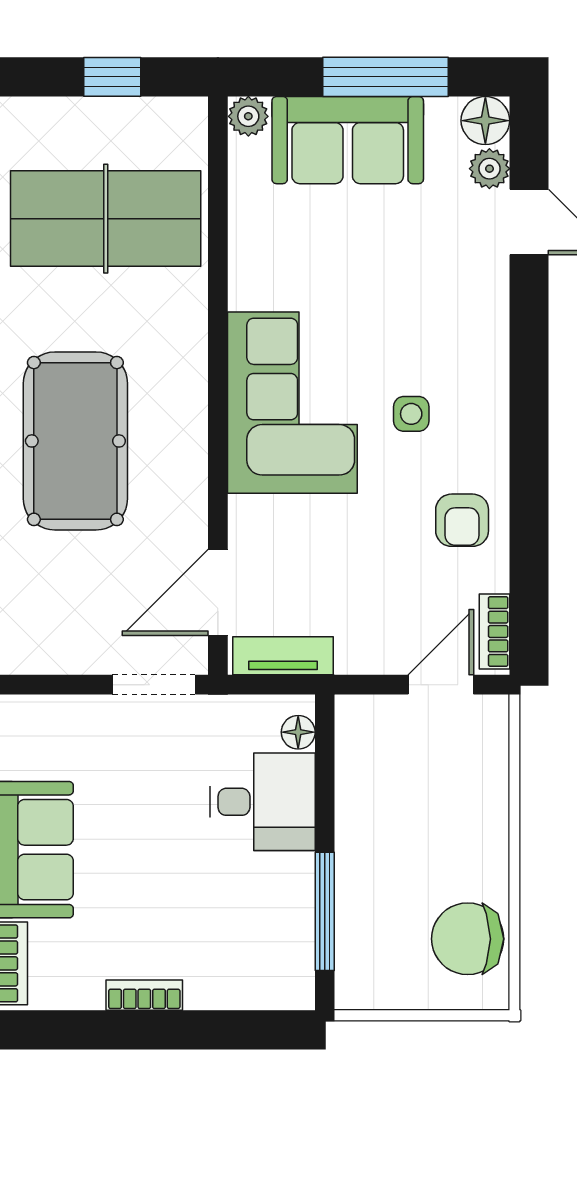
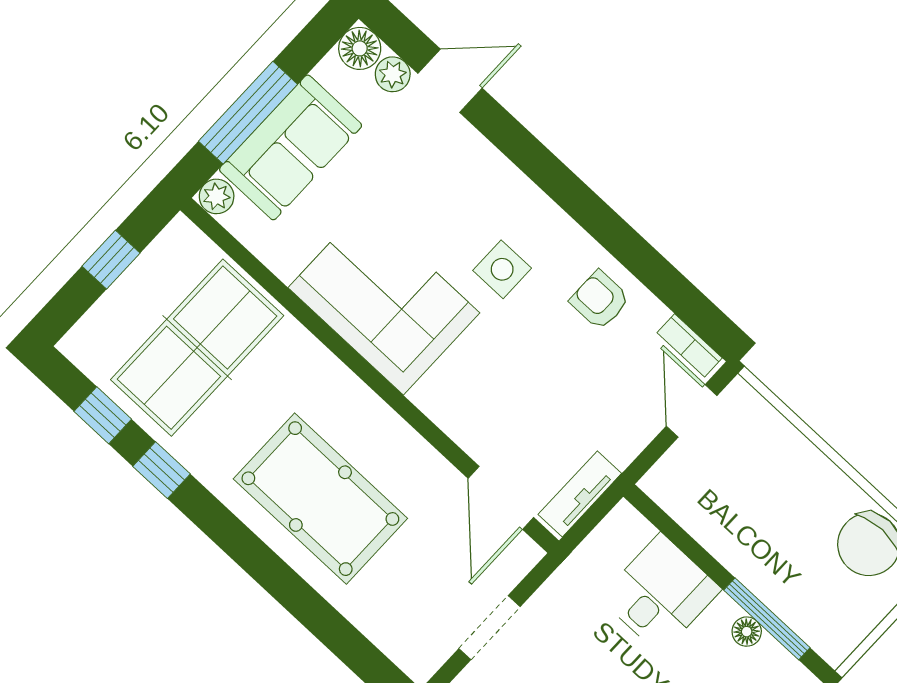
window: (386, 77) -> (248, 113), moved
corner sofa: (292, 403) -> (384, 300), moved
side table: (411, 414) -> (502, 269), width x1.37, depth x1.37
armchair: (462, 520) -> (600, 300), turned 180
doorway: (154, 685) -> (489, 628), moved
floor lamp: (298, 732) -> (747, 632), moved

